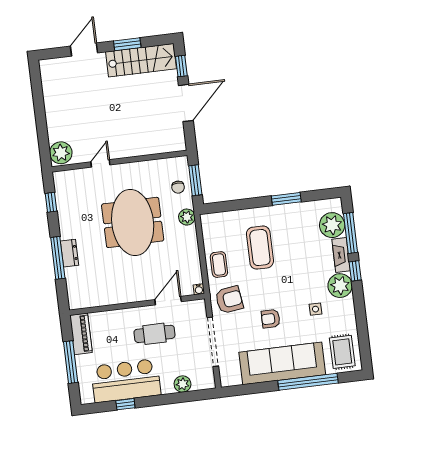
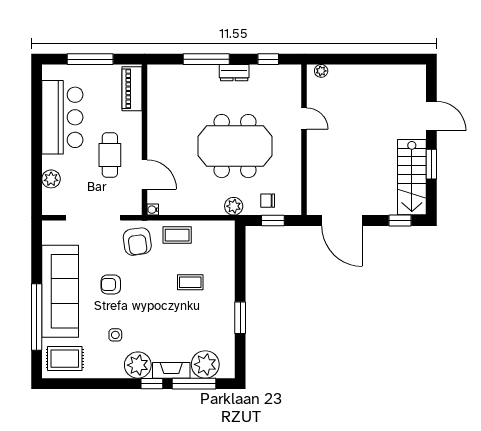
door: (186, 103) -> (342, 220), moved
plant: (61, 153) -> (321, 71), width x0.53, depth x0.53
window: (195, 180) -> (273, 220), width x0.67
coffee table: (260, 248) -> (190, 282), width x0.54, depth x0.58
dresser: (70, 253) -> (234, 73), moved
armchair: (271, 319) -> (111, 284), turned -90
piano: (81, 334) -> (132, 89), moved, turned 90
window: (125, 404) -> (37, 114), removed

